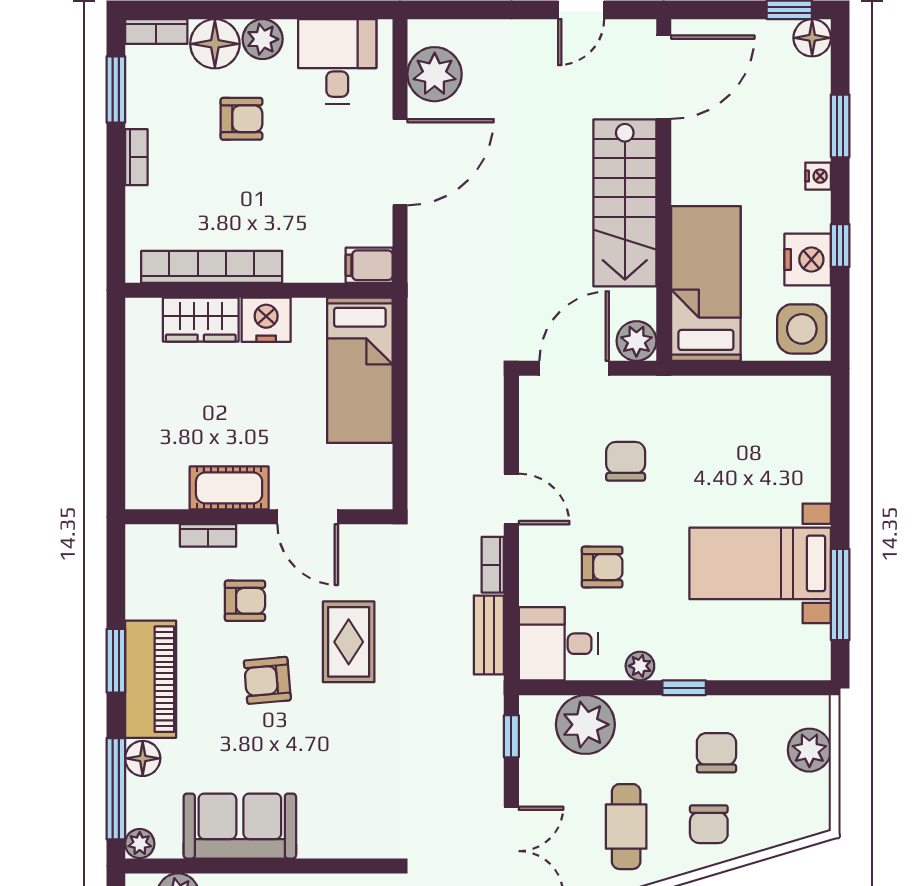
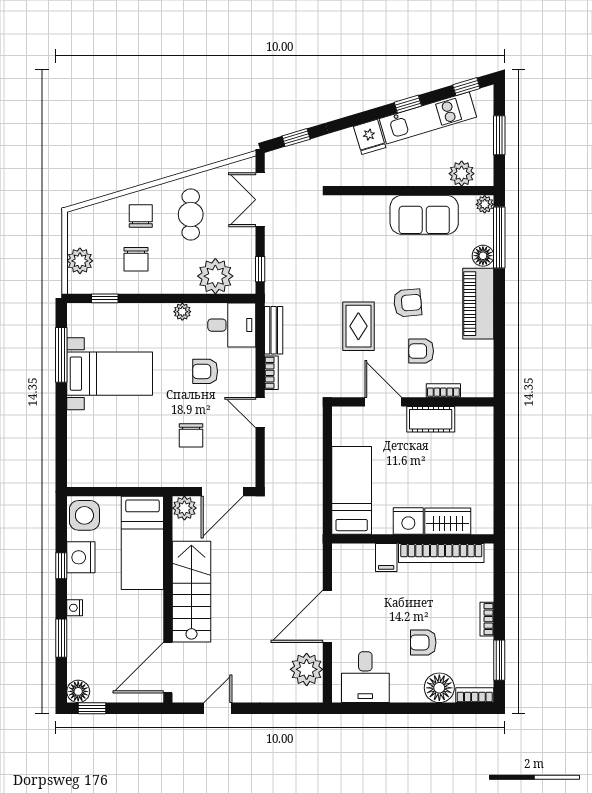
plant: (263, 39) -> (410, 691), removed
filing cabinet: (369, 265) -> (386, 557), moved, turned 90
window: (116, 661) -> (499, 315), removed
window: (684, 688) -> (105, 298), moved

